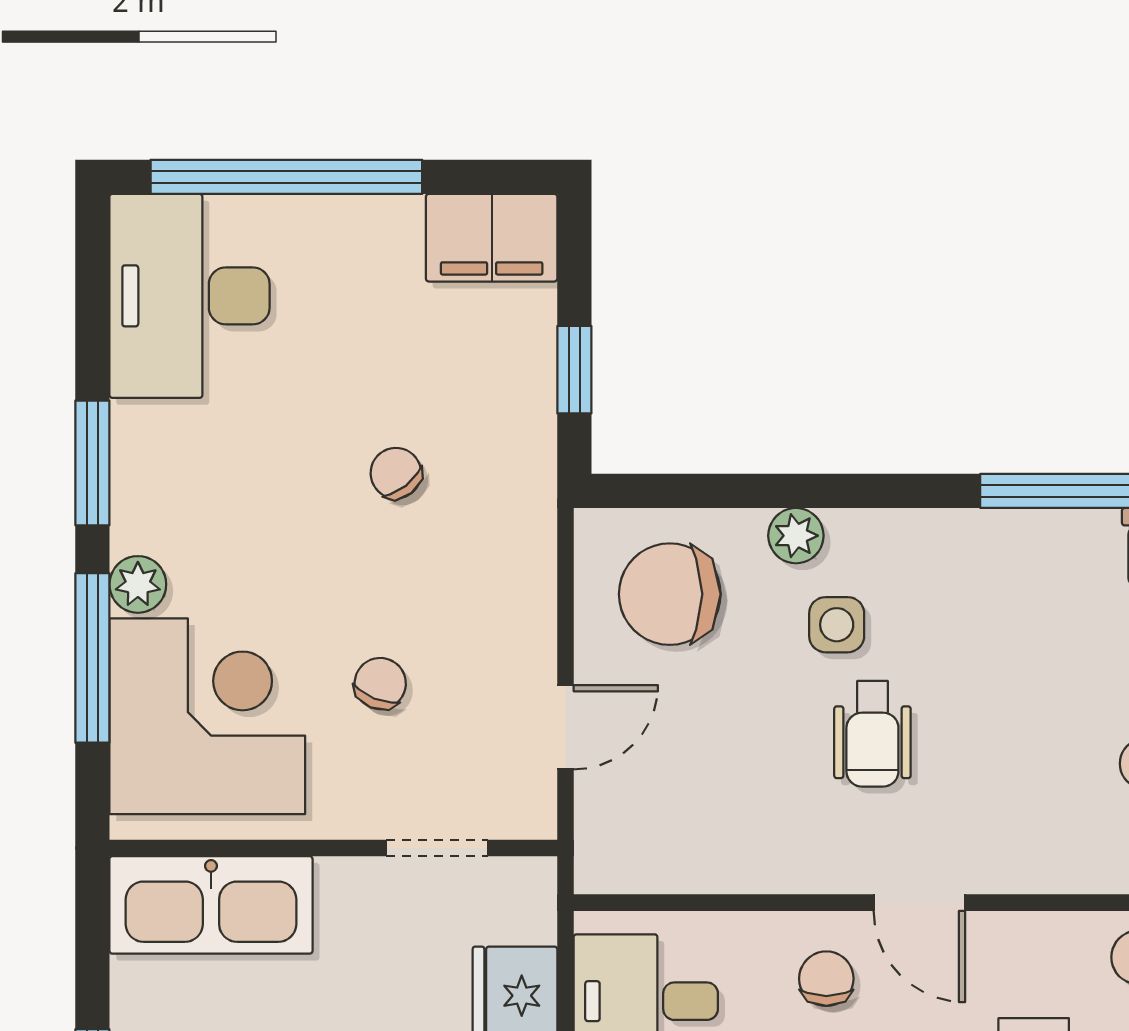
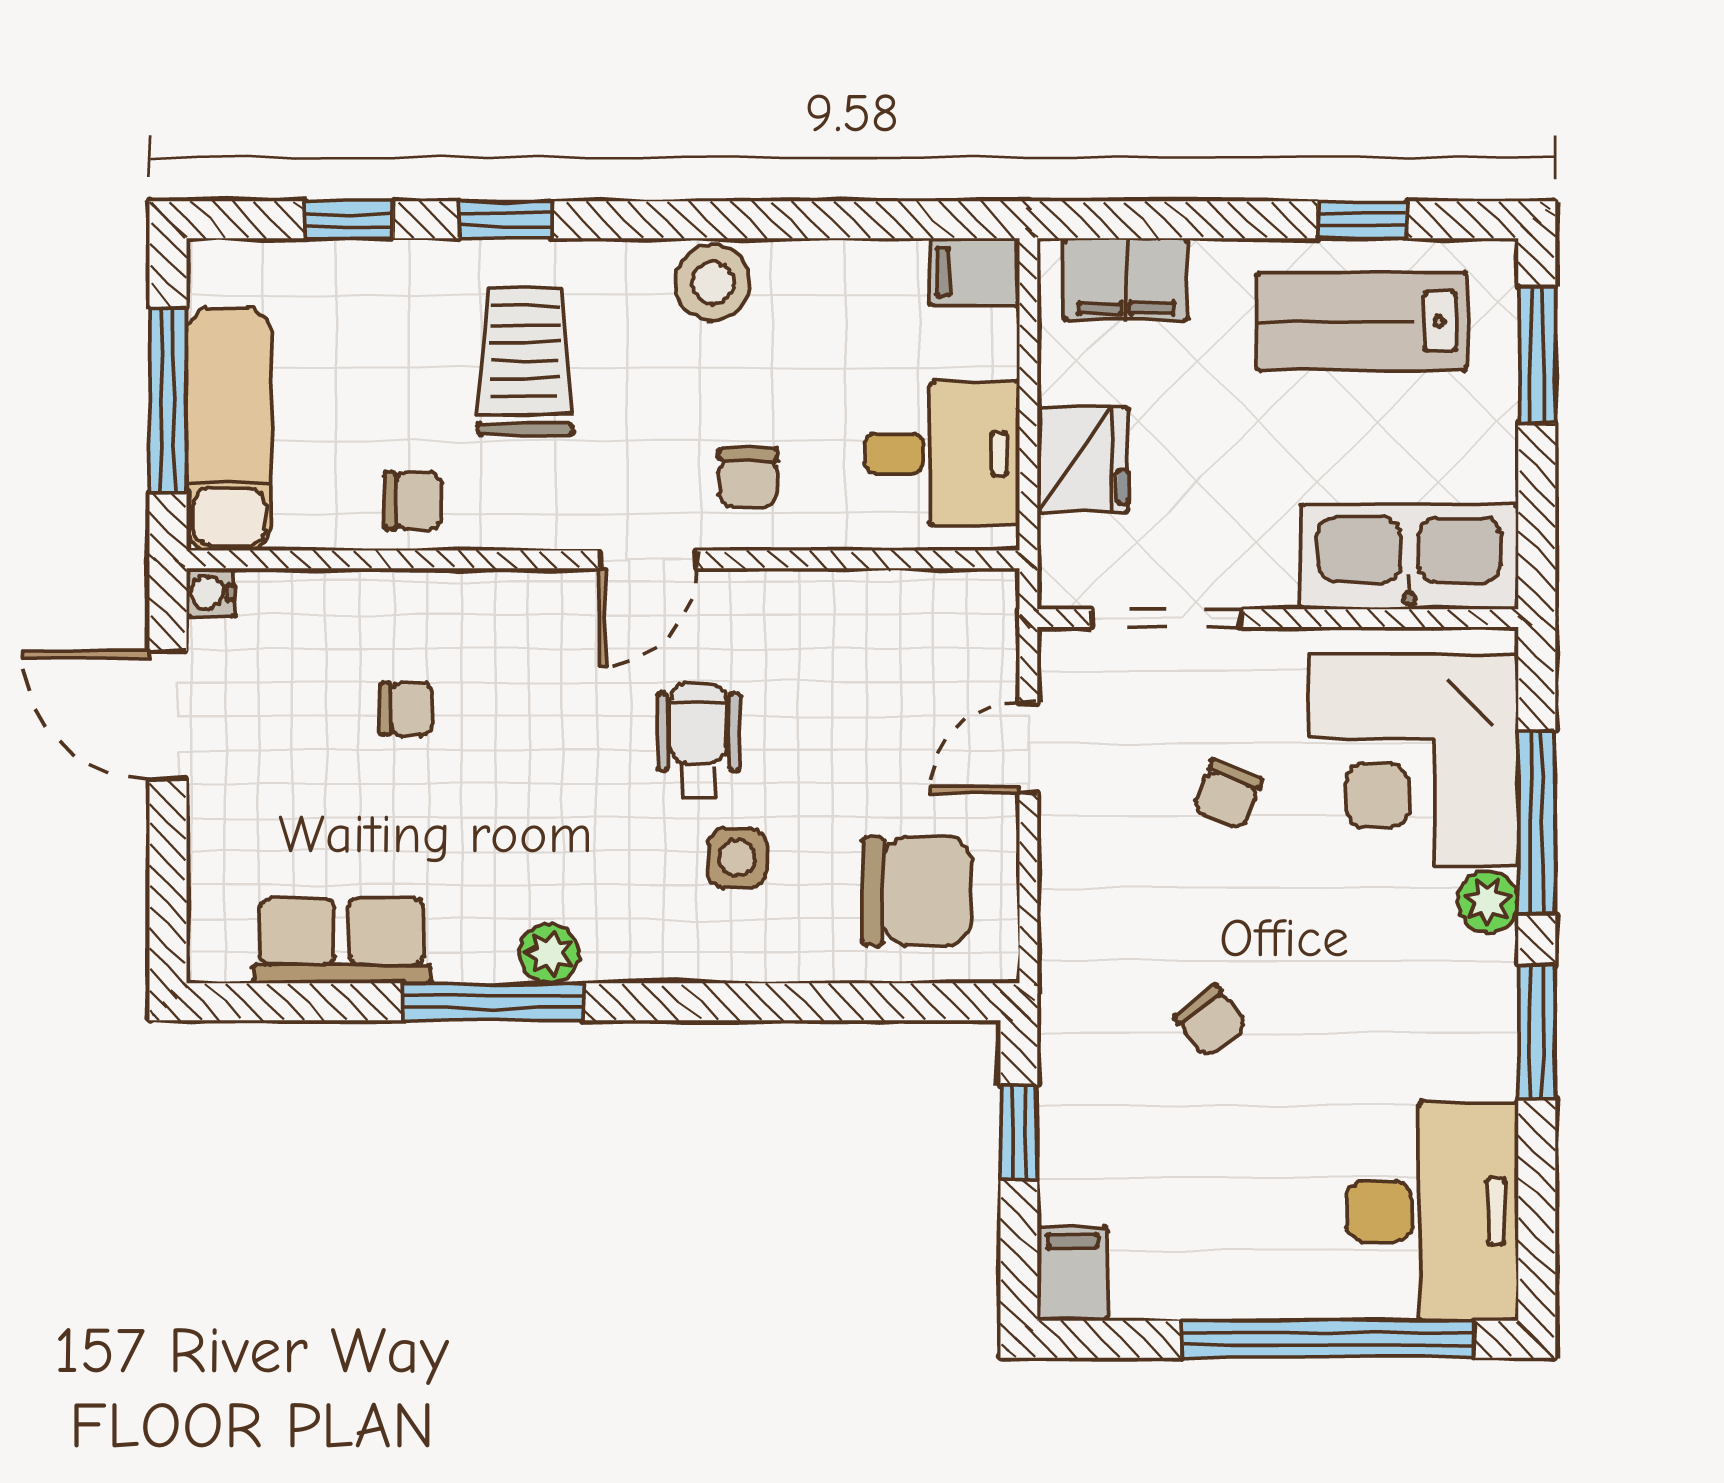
filing cabinet: (492, 238) -> (1073, 1274), width x0.50
plant: (796, 536) -> (549, 954), moved
doorway: (437, 848) -> (1167, 618), width x1.38
door: (919, 903) -> (648, 559), swing flipped

